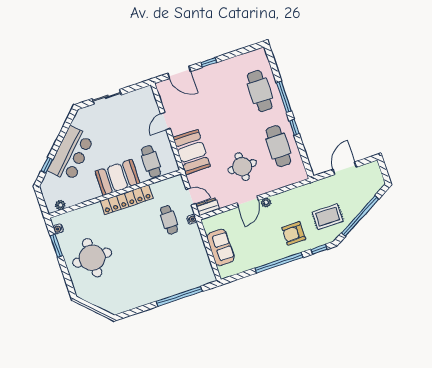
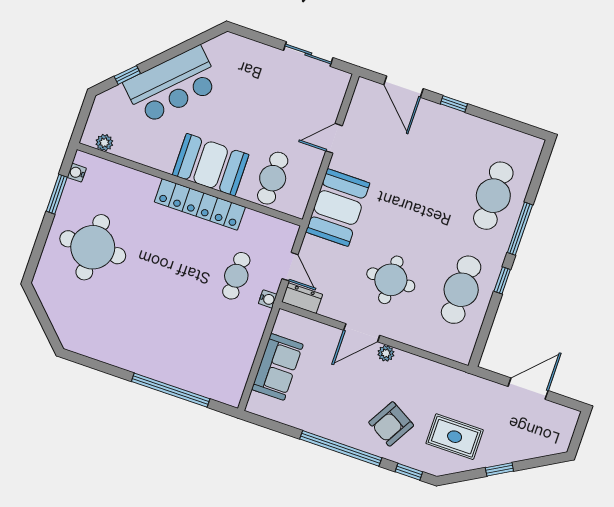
sliding door: (107, 97) -> (308, 54), moved
window: (360, 216) -> (499, 469), width x0.32
armchair: (294, 233) -> (391, 424), turned -60

